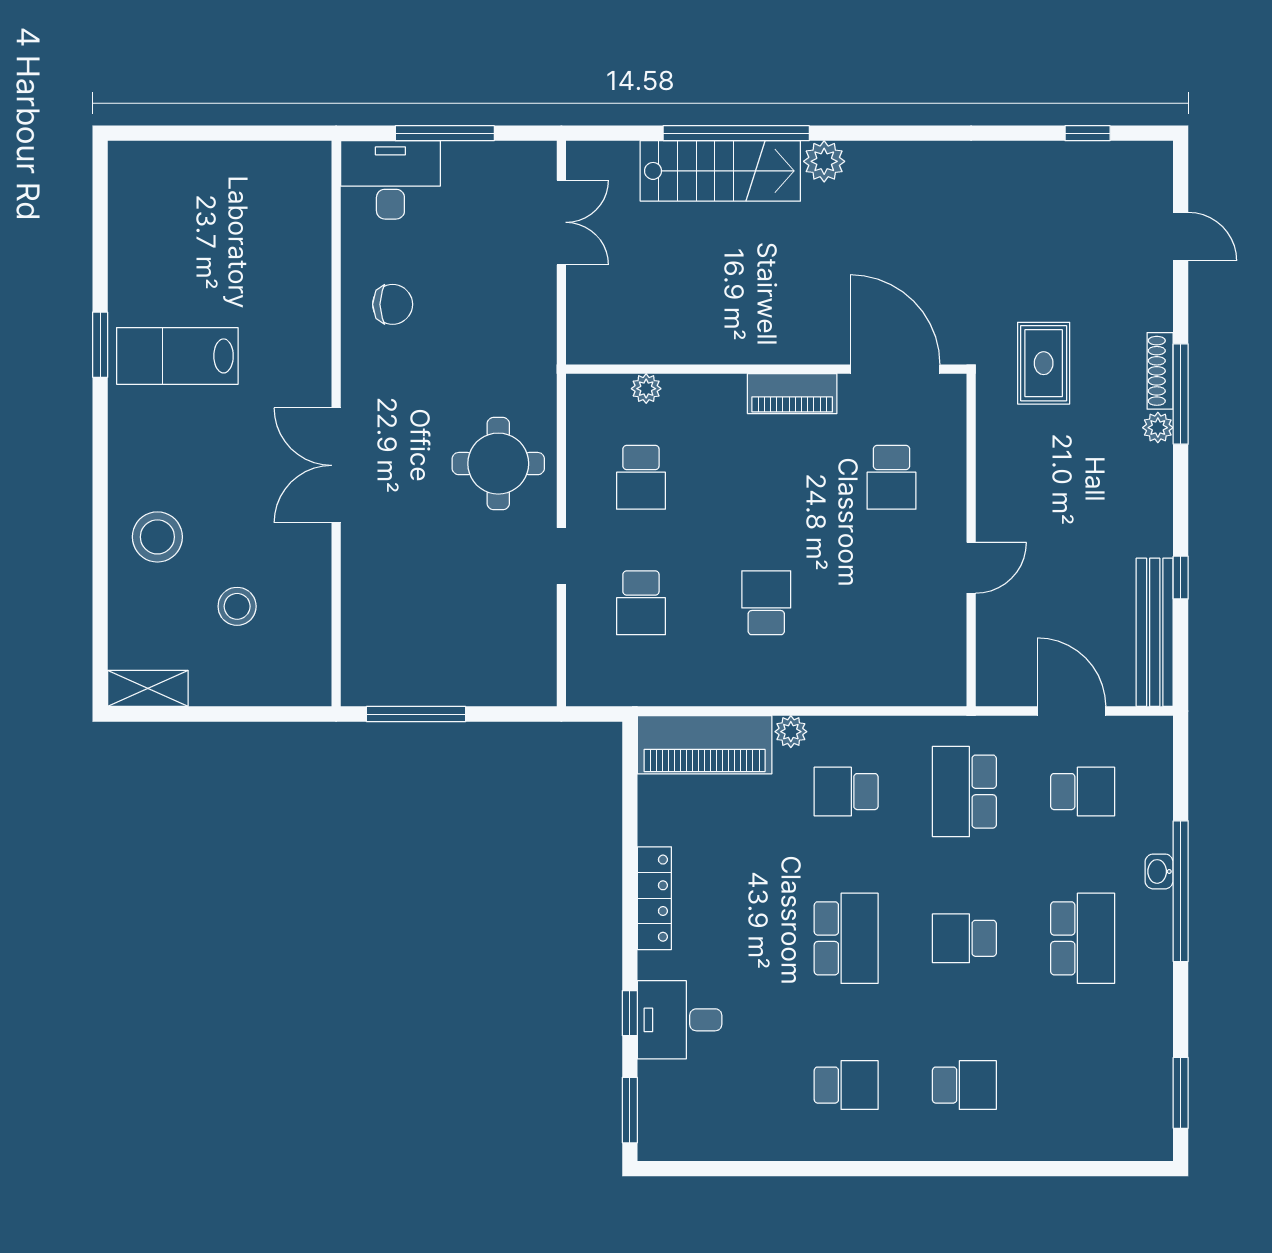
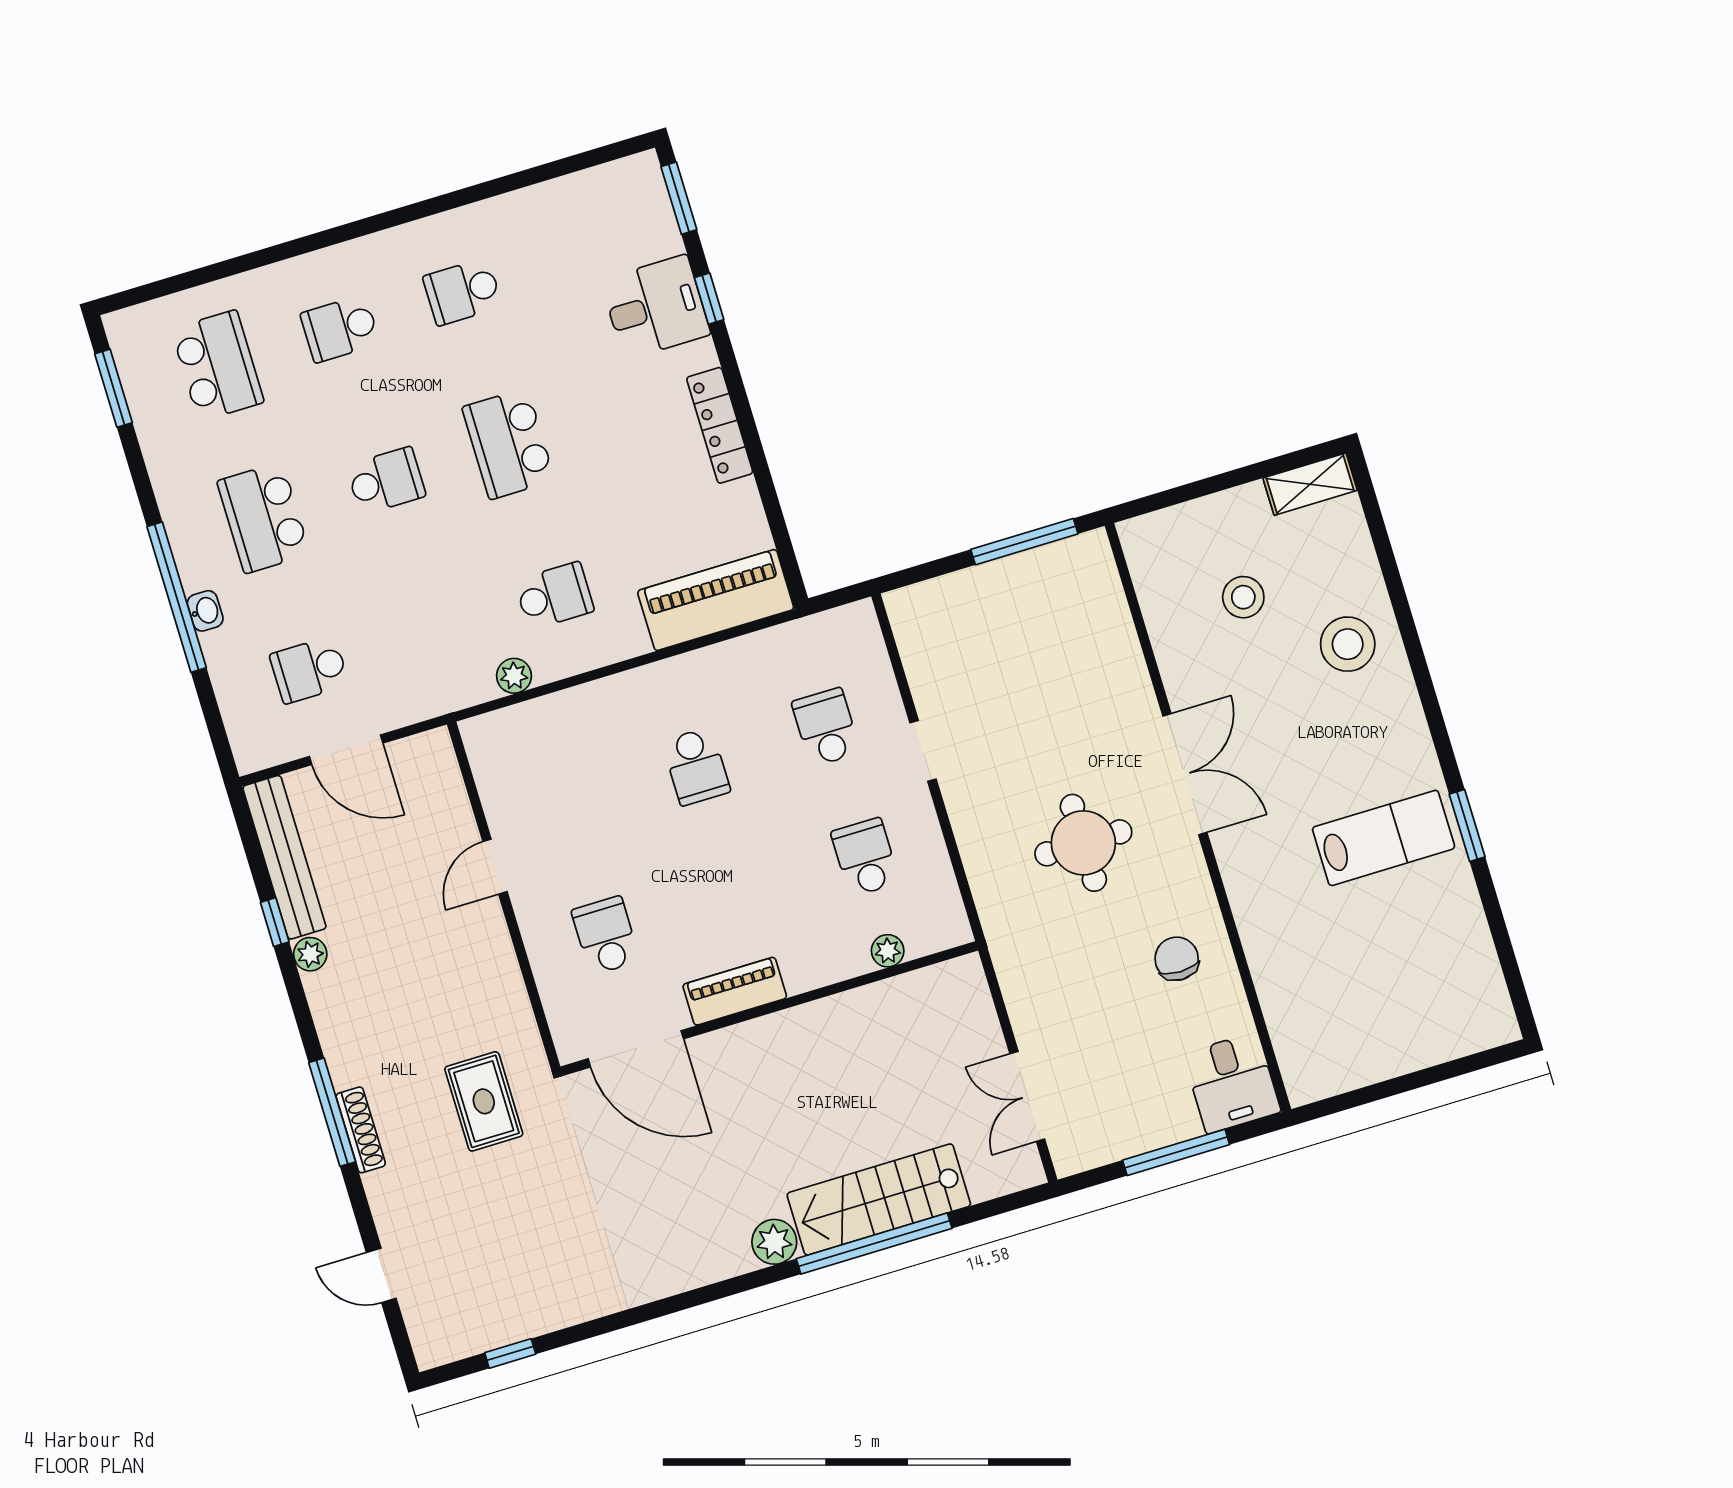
desk: (390, 180) -> (1232, 1083), width x0.73
chair: (393, 304) -> (1177, 959), turned 90
plant: (1158, 428) -> (310, 954), moved
round table: (498, 464) -> (1083, 843), moved
plant: (791, 732) -> (514, 676), moved
school desk: (964, 792) -> (218, 366), moved

